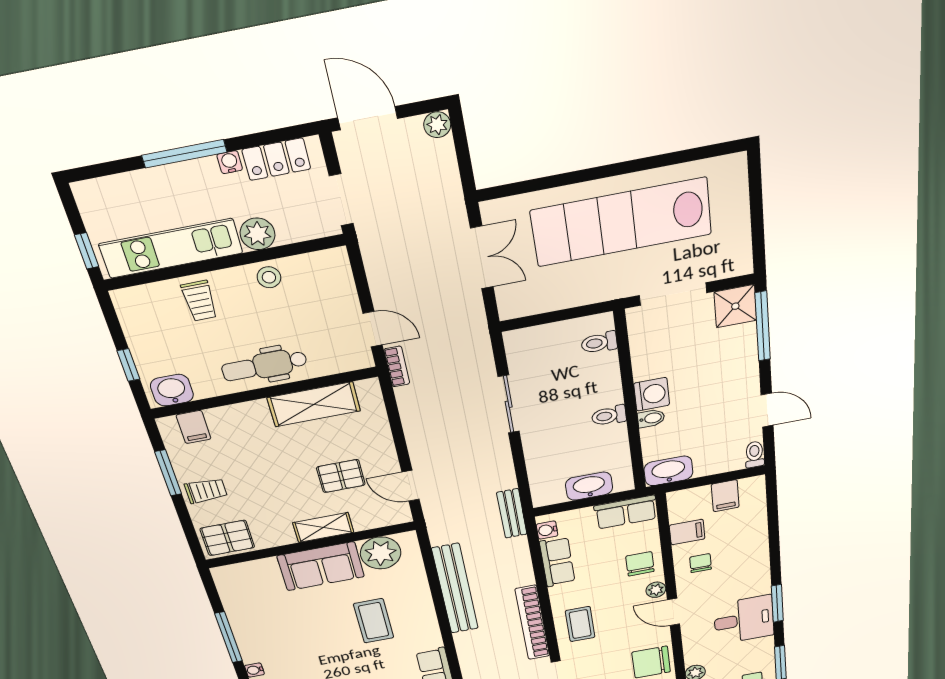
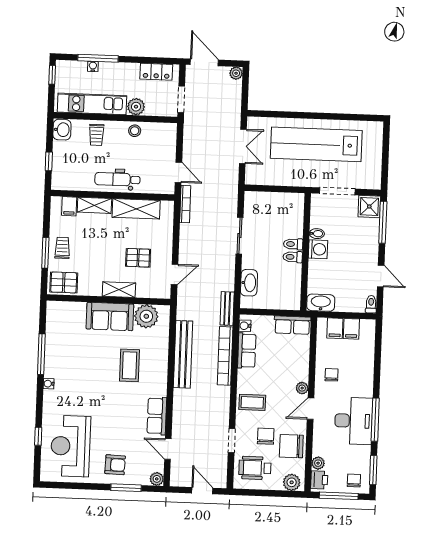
window: (184, 154) -> (98, 58), moved
water cooler: (230, 162) -> (93, 66), moved
window: (87, 251) -> (52, 75), moved
toilet: (599, 343) -> (293, 244), moved
bookcase: (397, 366) -> (185, 204), width x1.56
washbasin: (172, 390) -> (62, 130), moved, turned 90
shelving: (238, 416) -> (94, 205), added
bidet: (651, 418) -> (317, 234), moved
window: (168, 473) -> (45, 253), moved
door: (411, 486) -> (175, 274), swing flipped
washbasin: (589, 486) -> (249, 283), moved, turned 90
trolley: (206, 491) -> (62, 248), turned -90
filing cabinet: (687, 532) -> (335, 328), moved, turned 90
chair: (640, 564) -> (266, 436), moved
window: (777, 603) -> (375, 420), width x1.44
door: (674, 612) -> (311, 409), hinge flipped
desk: (744, 620) -> (354, 421), width x1.37
bookcase: (532, 623) -> (225, 356), moved
coffee table: (580, 624) -> (252, 402), turned 90

